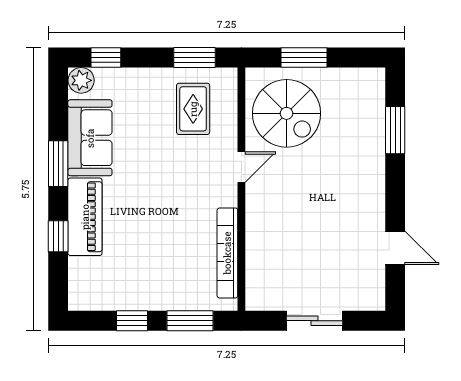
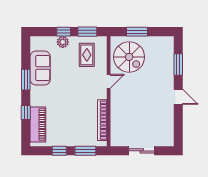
window: (106, 58) -> (64, 32), moved
plant: (81, 80) -> (63, 42), moved
piano: (85, 217) -> (38, 125), moved
door: (395, 248) -> (178, 97), moved

